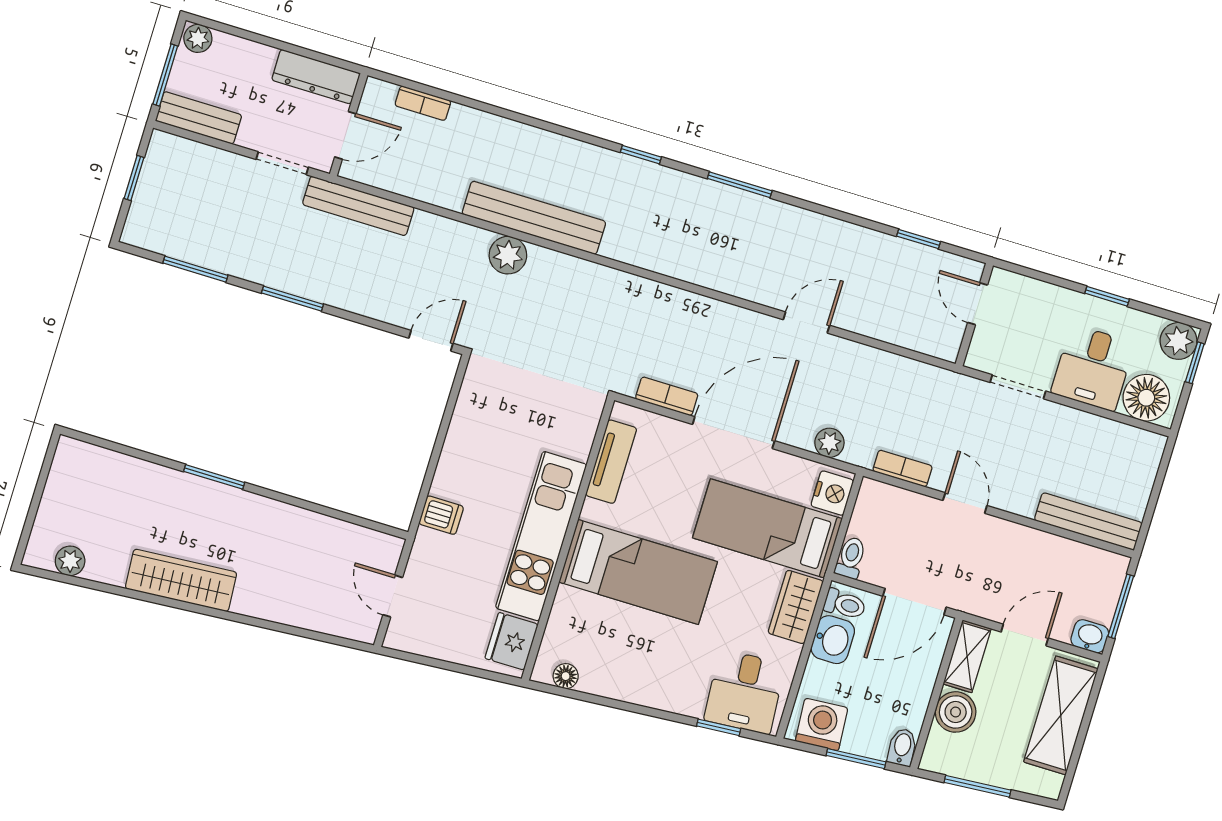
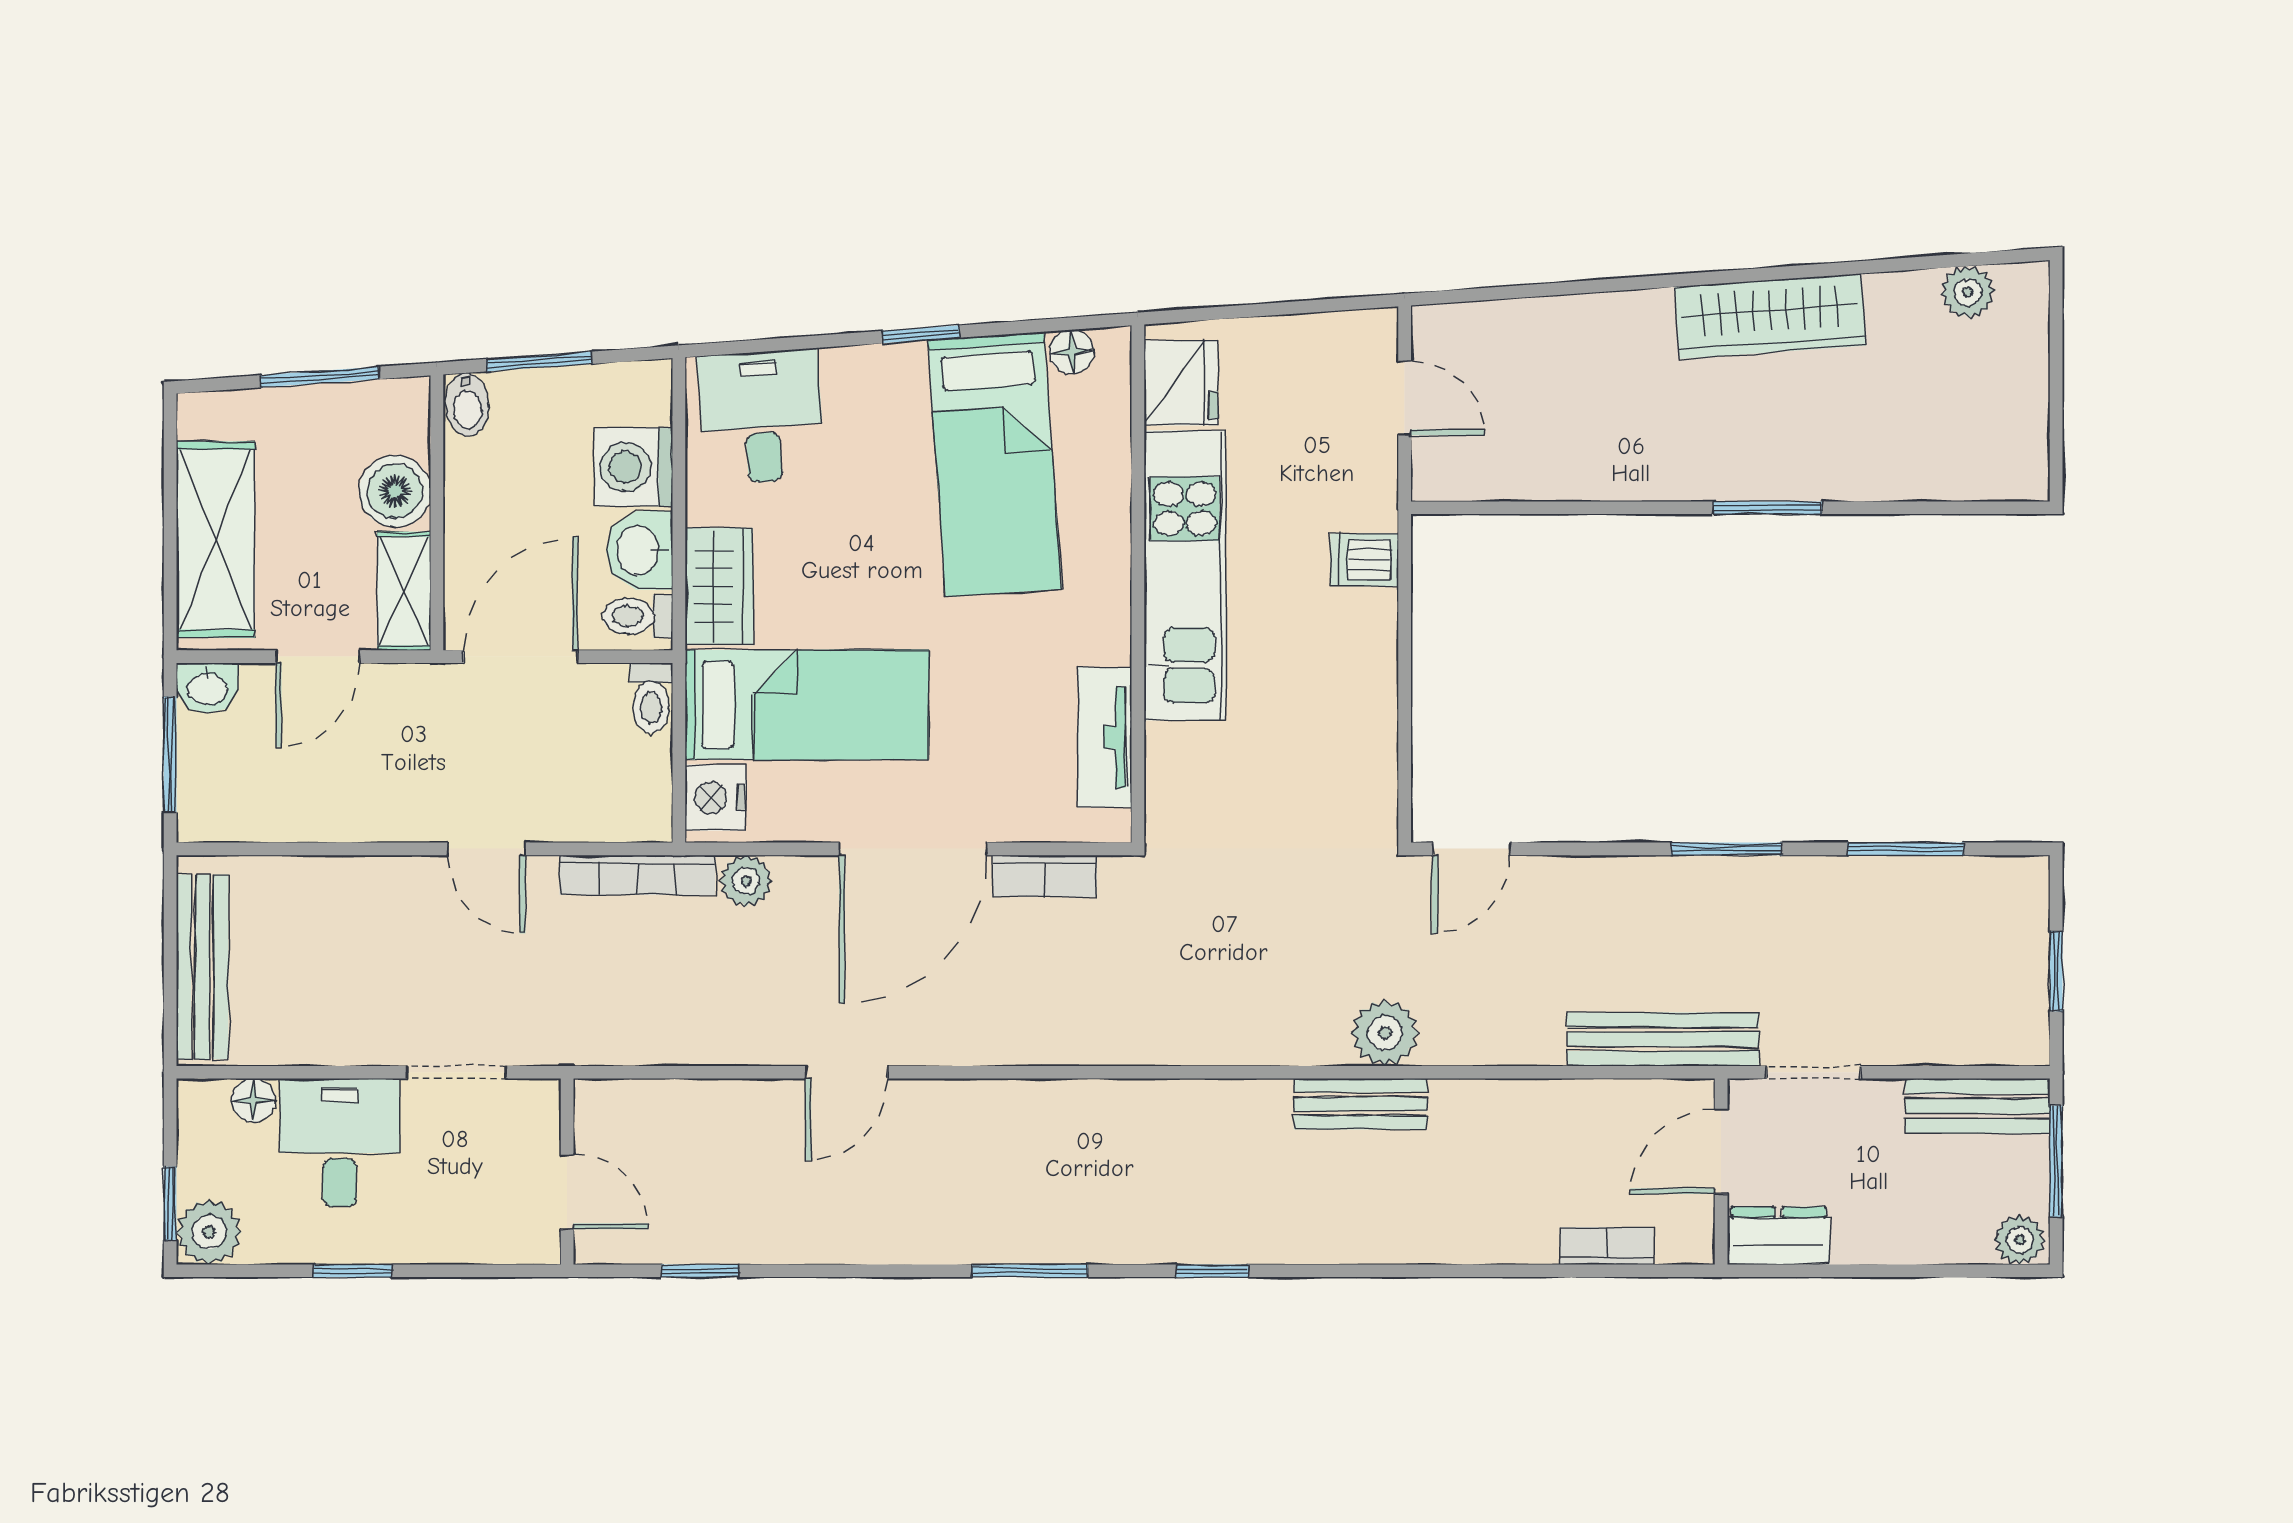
dresser: (316, 77) -> (1778, 1236), width x0.70
bench: (534, 218) -> (1360, 1104), width x0.54, depth x0.82
floor lamp: (1146, 398) -> (253, 1100), width x0.53, depth x0.53
bookcase: (902, 469) -> (637, 875), width x1.56
bench: (1088, 521) -> (202, 967), moved, turned 90
bed: (638, 572) -> (995, 464), moved, turned -94
washing machine: (822, 724) -> (633, 467), moved, turned 94
window: (719, 727) -> (921, 334), moved

